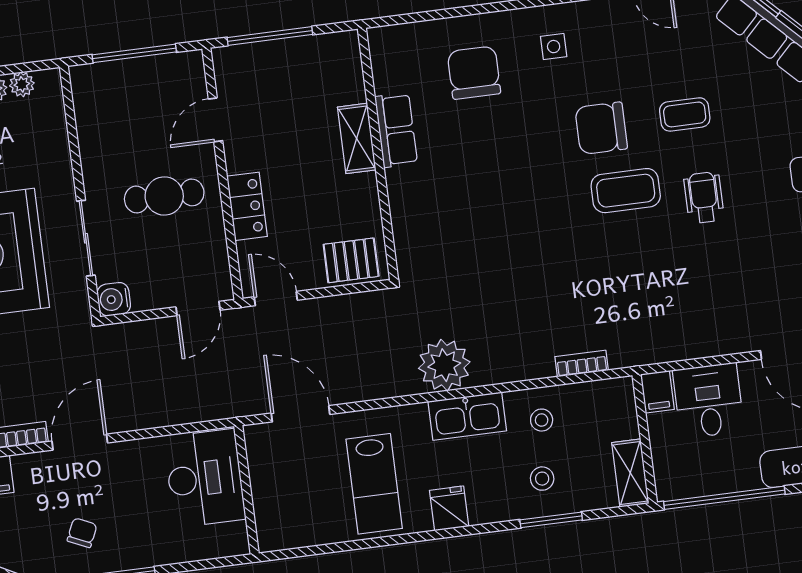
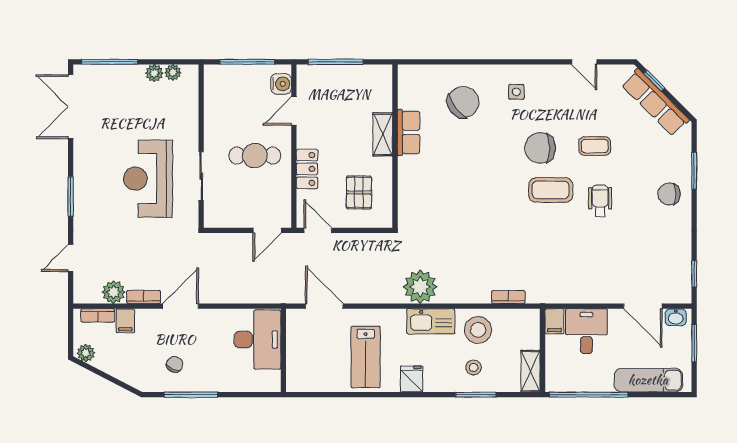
chair: (474, 73) -> (463, 102), turned 54
pallet: (351, 260) -> (359, 192), moved, turned 90
water cooler: (114, 299) -> (281, 84), moved, turned 180
stool: (542, 420) -> (478, 330), width x1.89, depth x1.89

